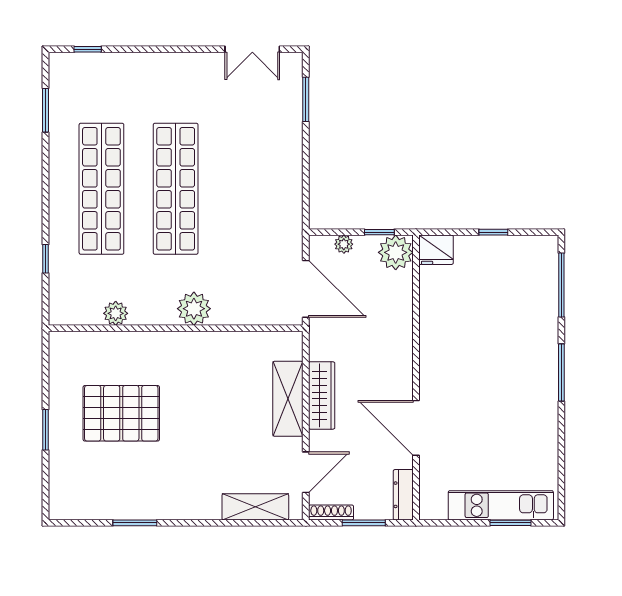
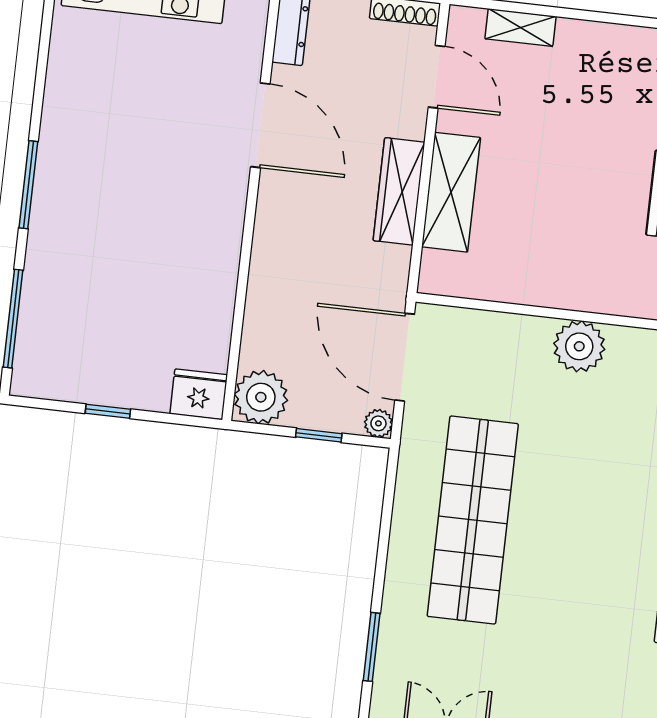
shop shelf: (176, 189) -> (473, 520), moved
window: (379, 232) -> (319, 435), moved
plant: (344, 244) -> (378, 423), moved
door: (306, 472) -> (437, 77), swing flipped
shelving: (255, 507) -> (520, 28), width x0.67, depth x0.75

